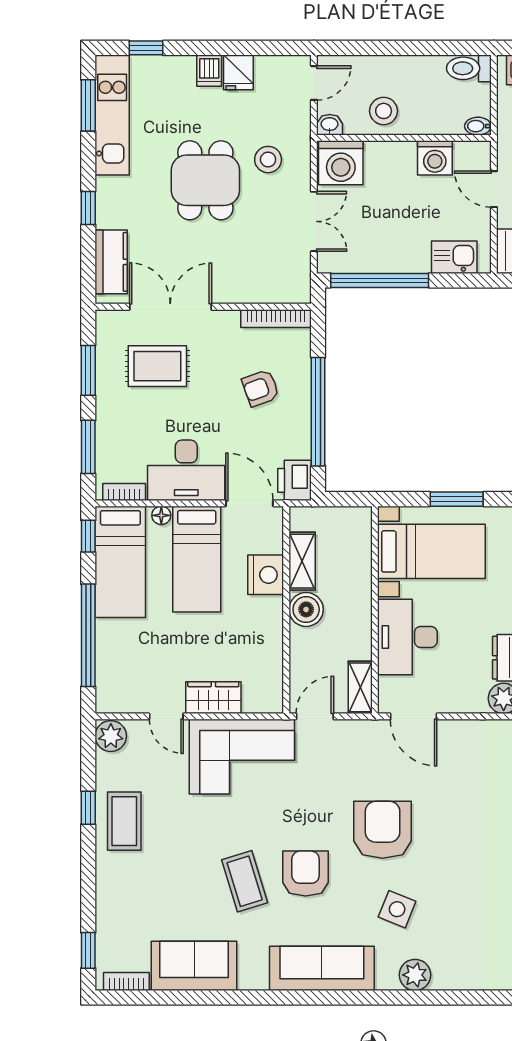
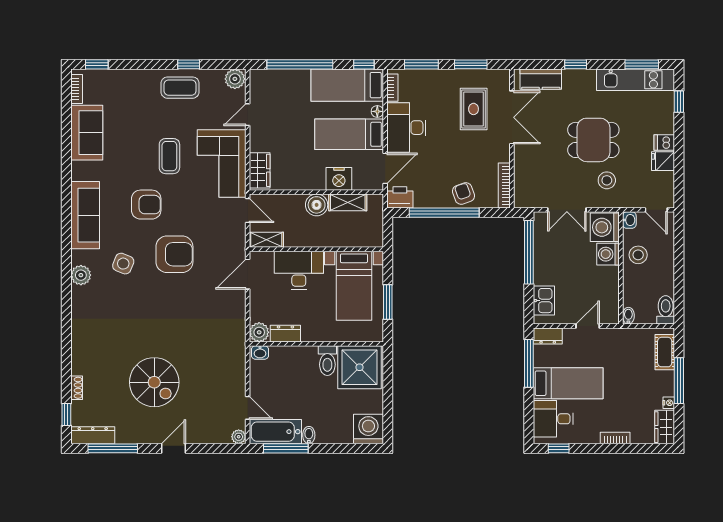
washing machine: (435, 158) -> (608, 254), moved
armchair: (261, 388) -> (463, 194), moved
wardrobe: (213, 698) -> (260, 170), moved
coffee table: (245, 881) -> (169, 156), moved, turned -73

